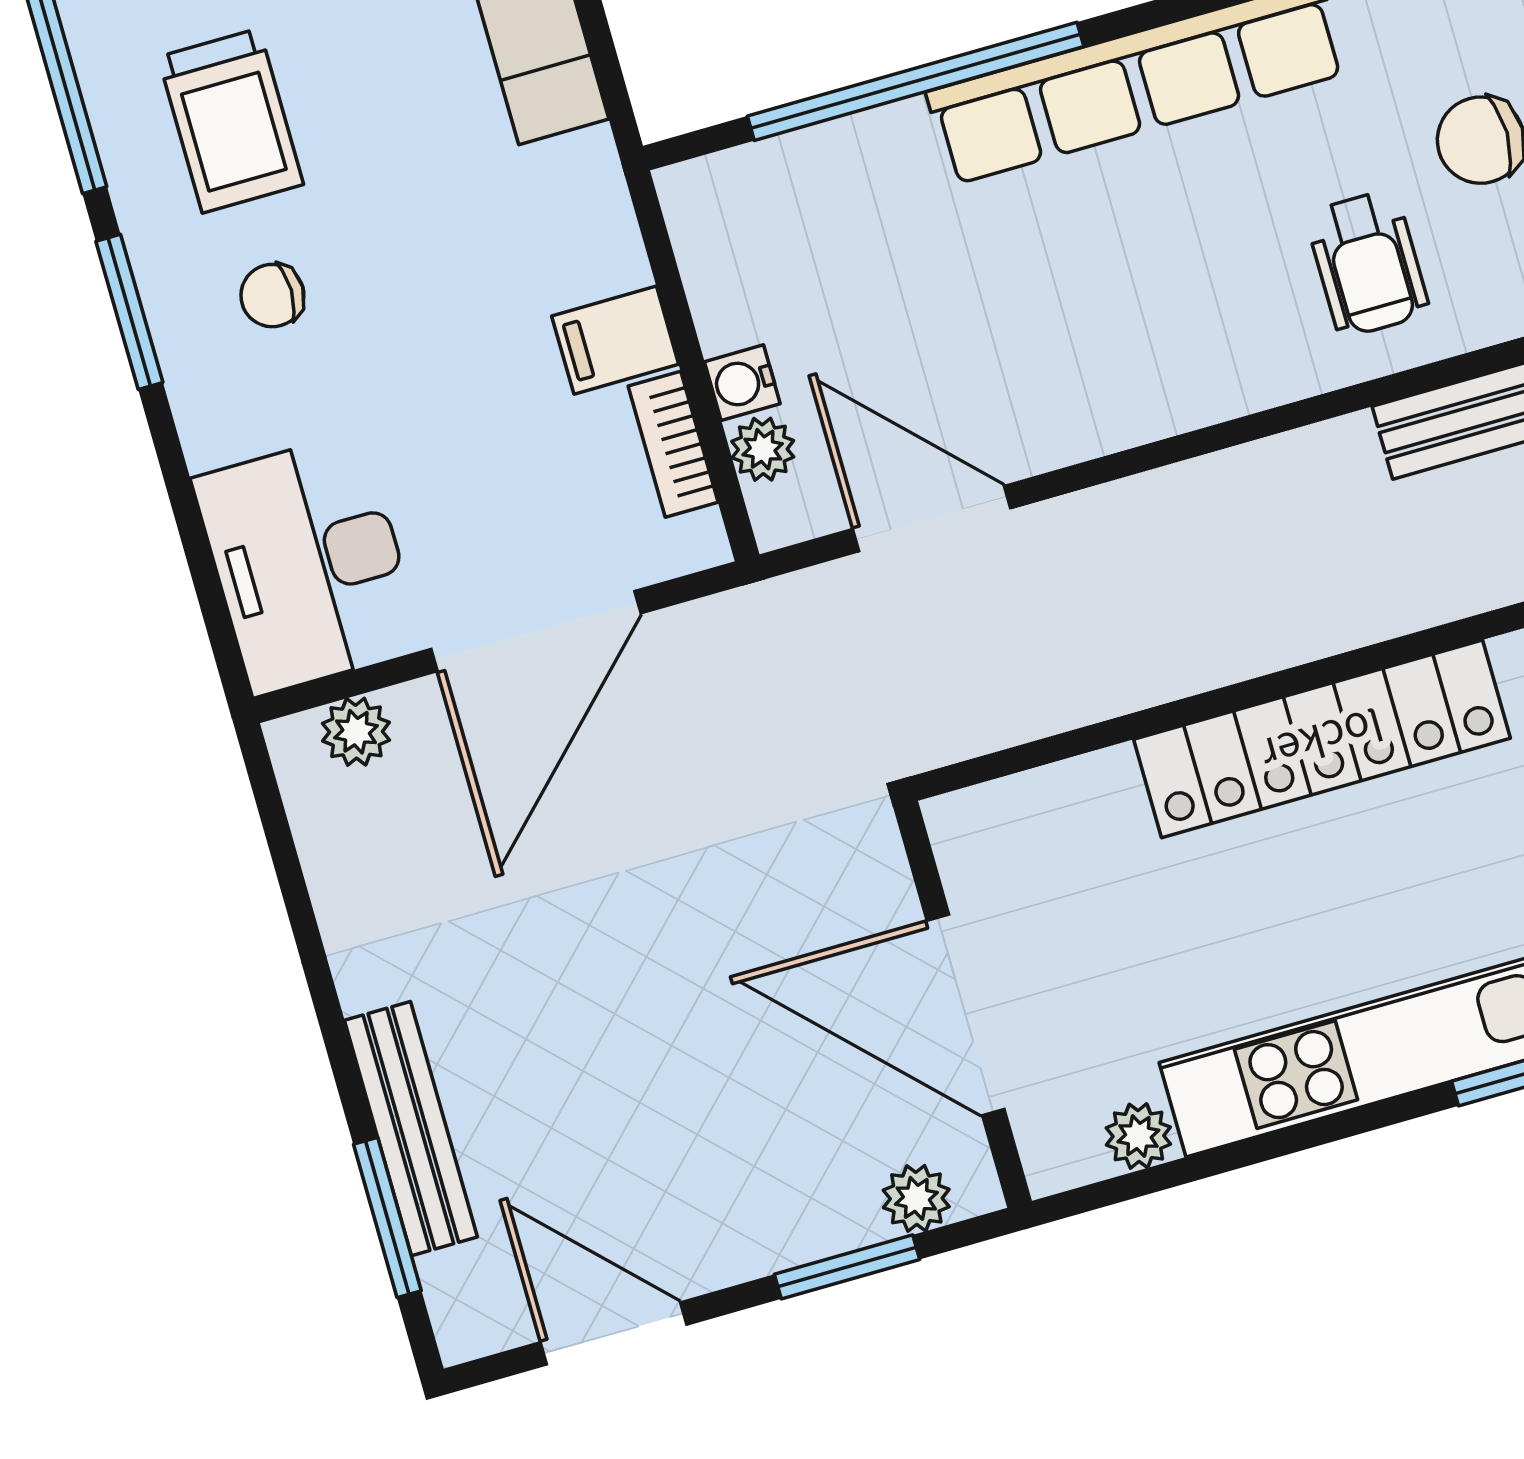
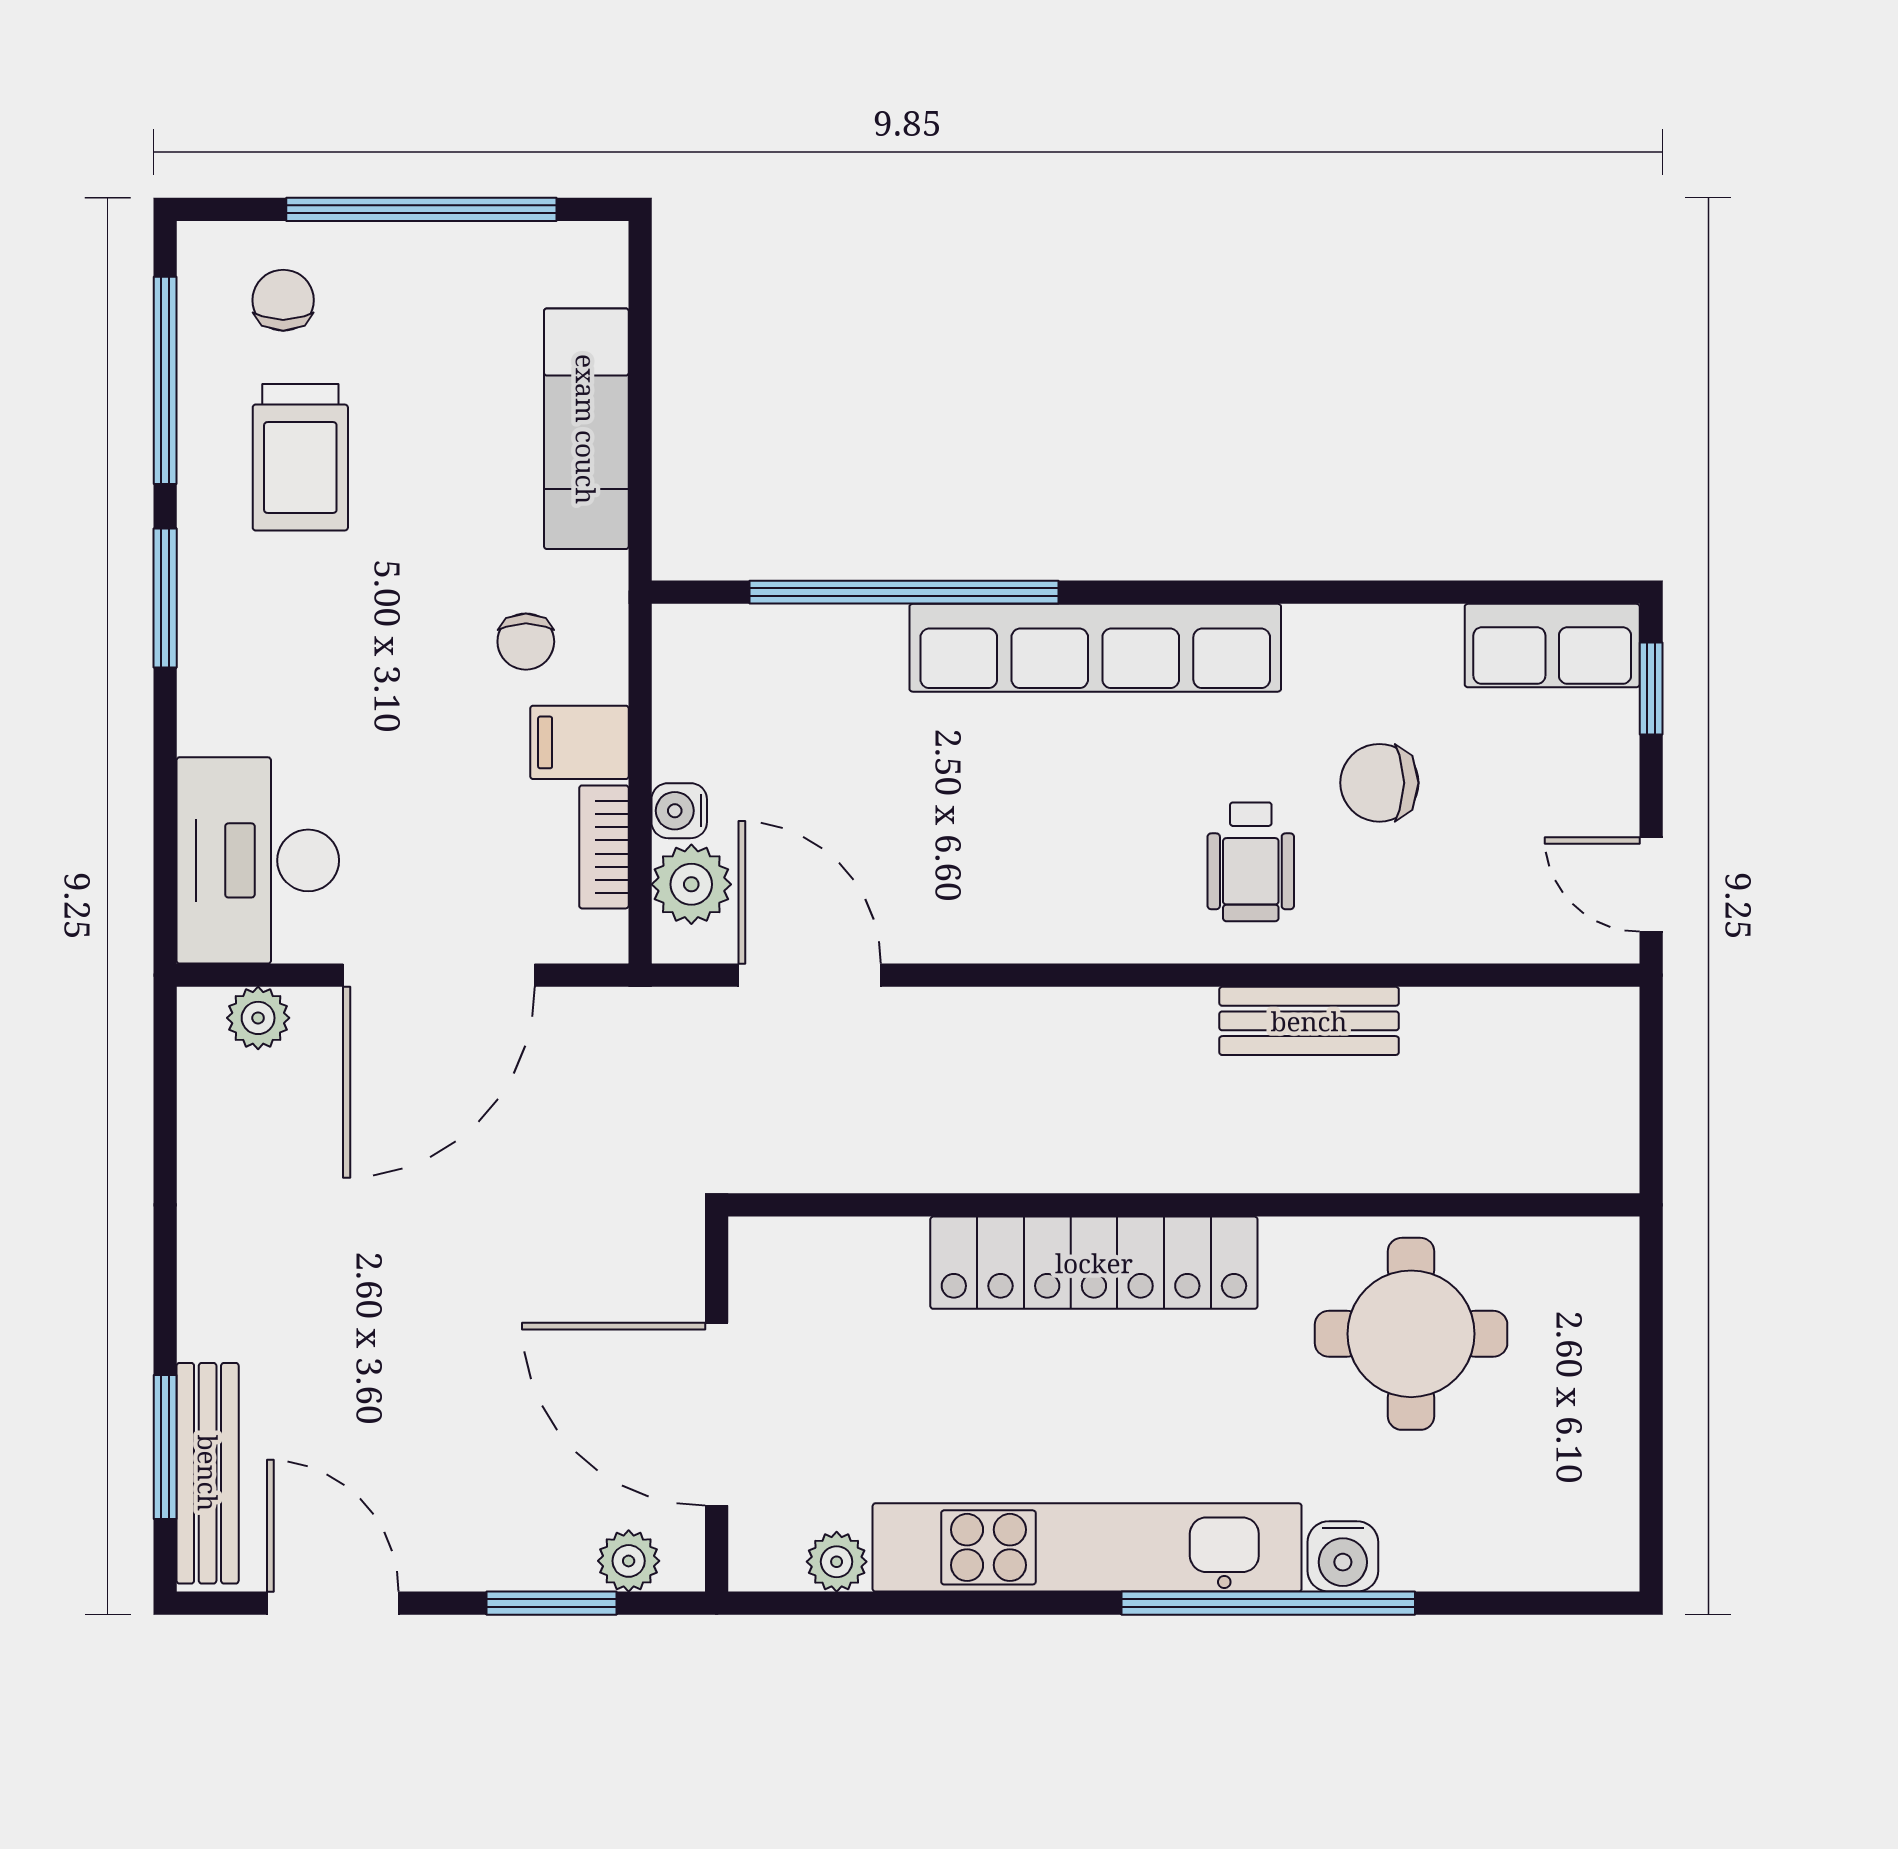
chair: (272, 296) -> (526, 642), moved, turned -90
plant: (763, 449) -> (691, 884), width x1.38, depth x1.38
bench: (411, 1129) -> (208, 1473), moved

